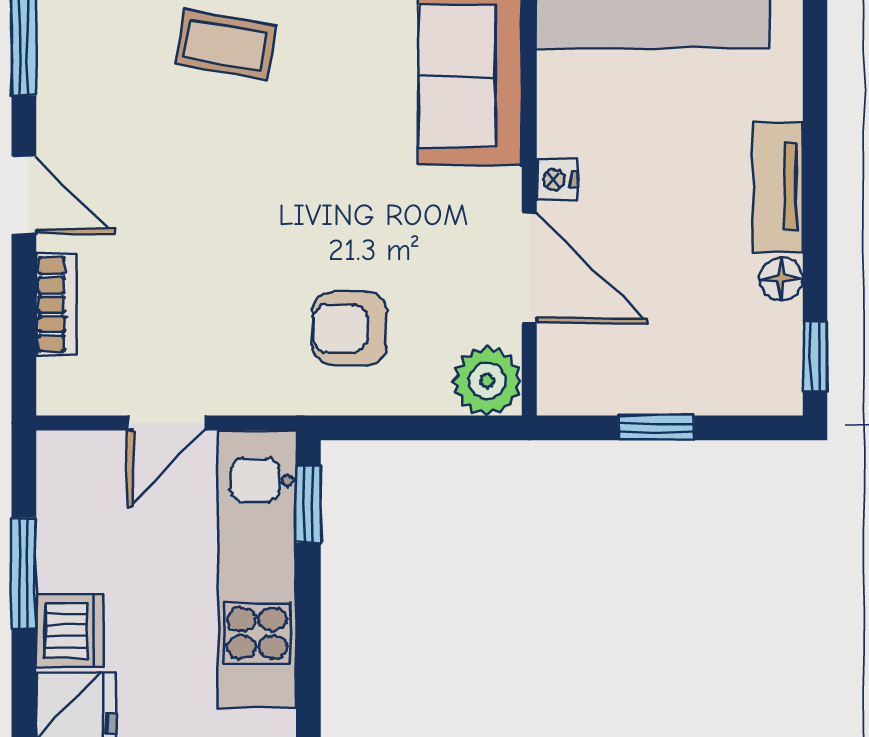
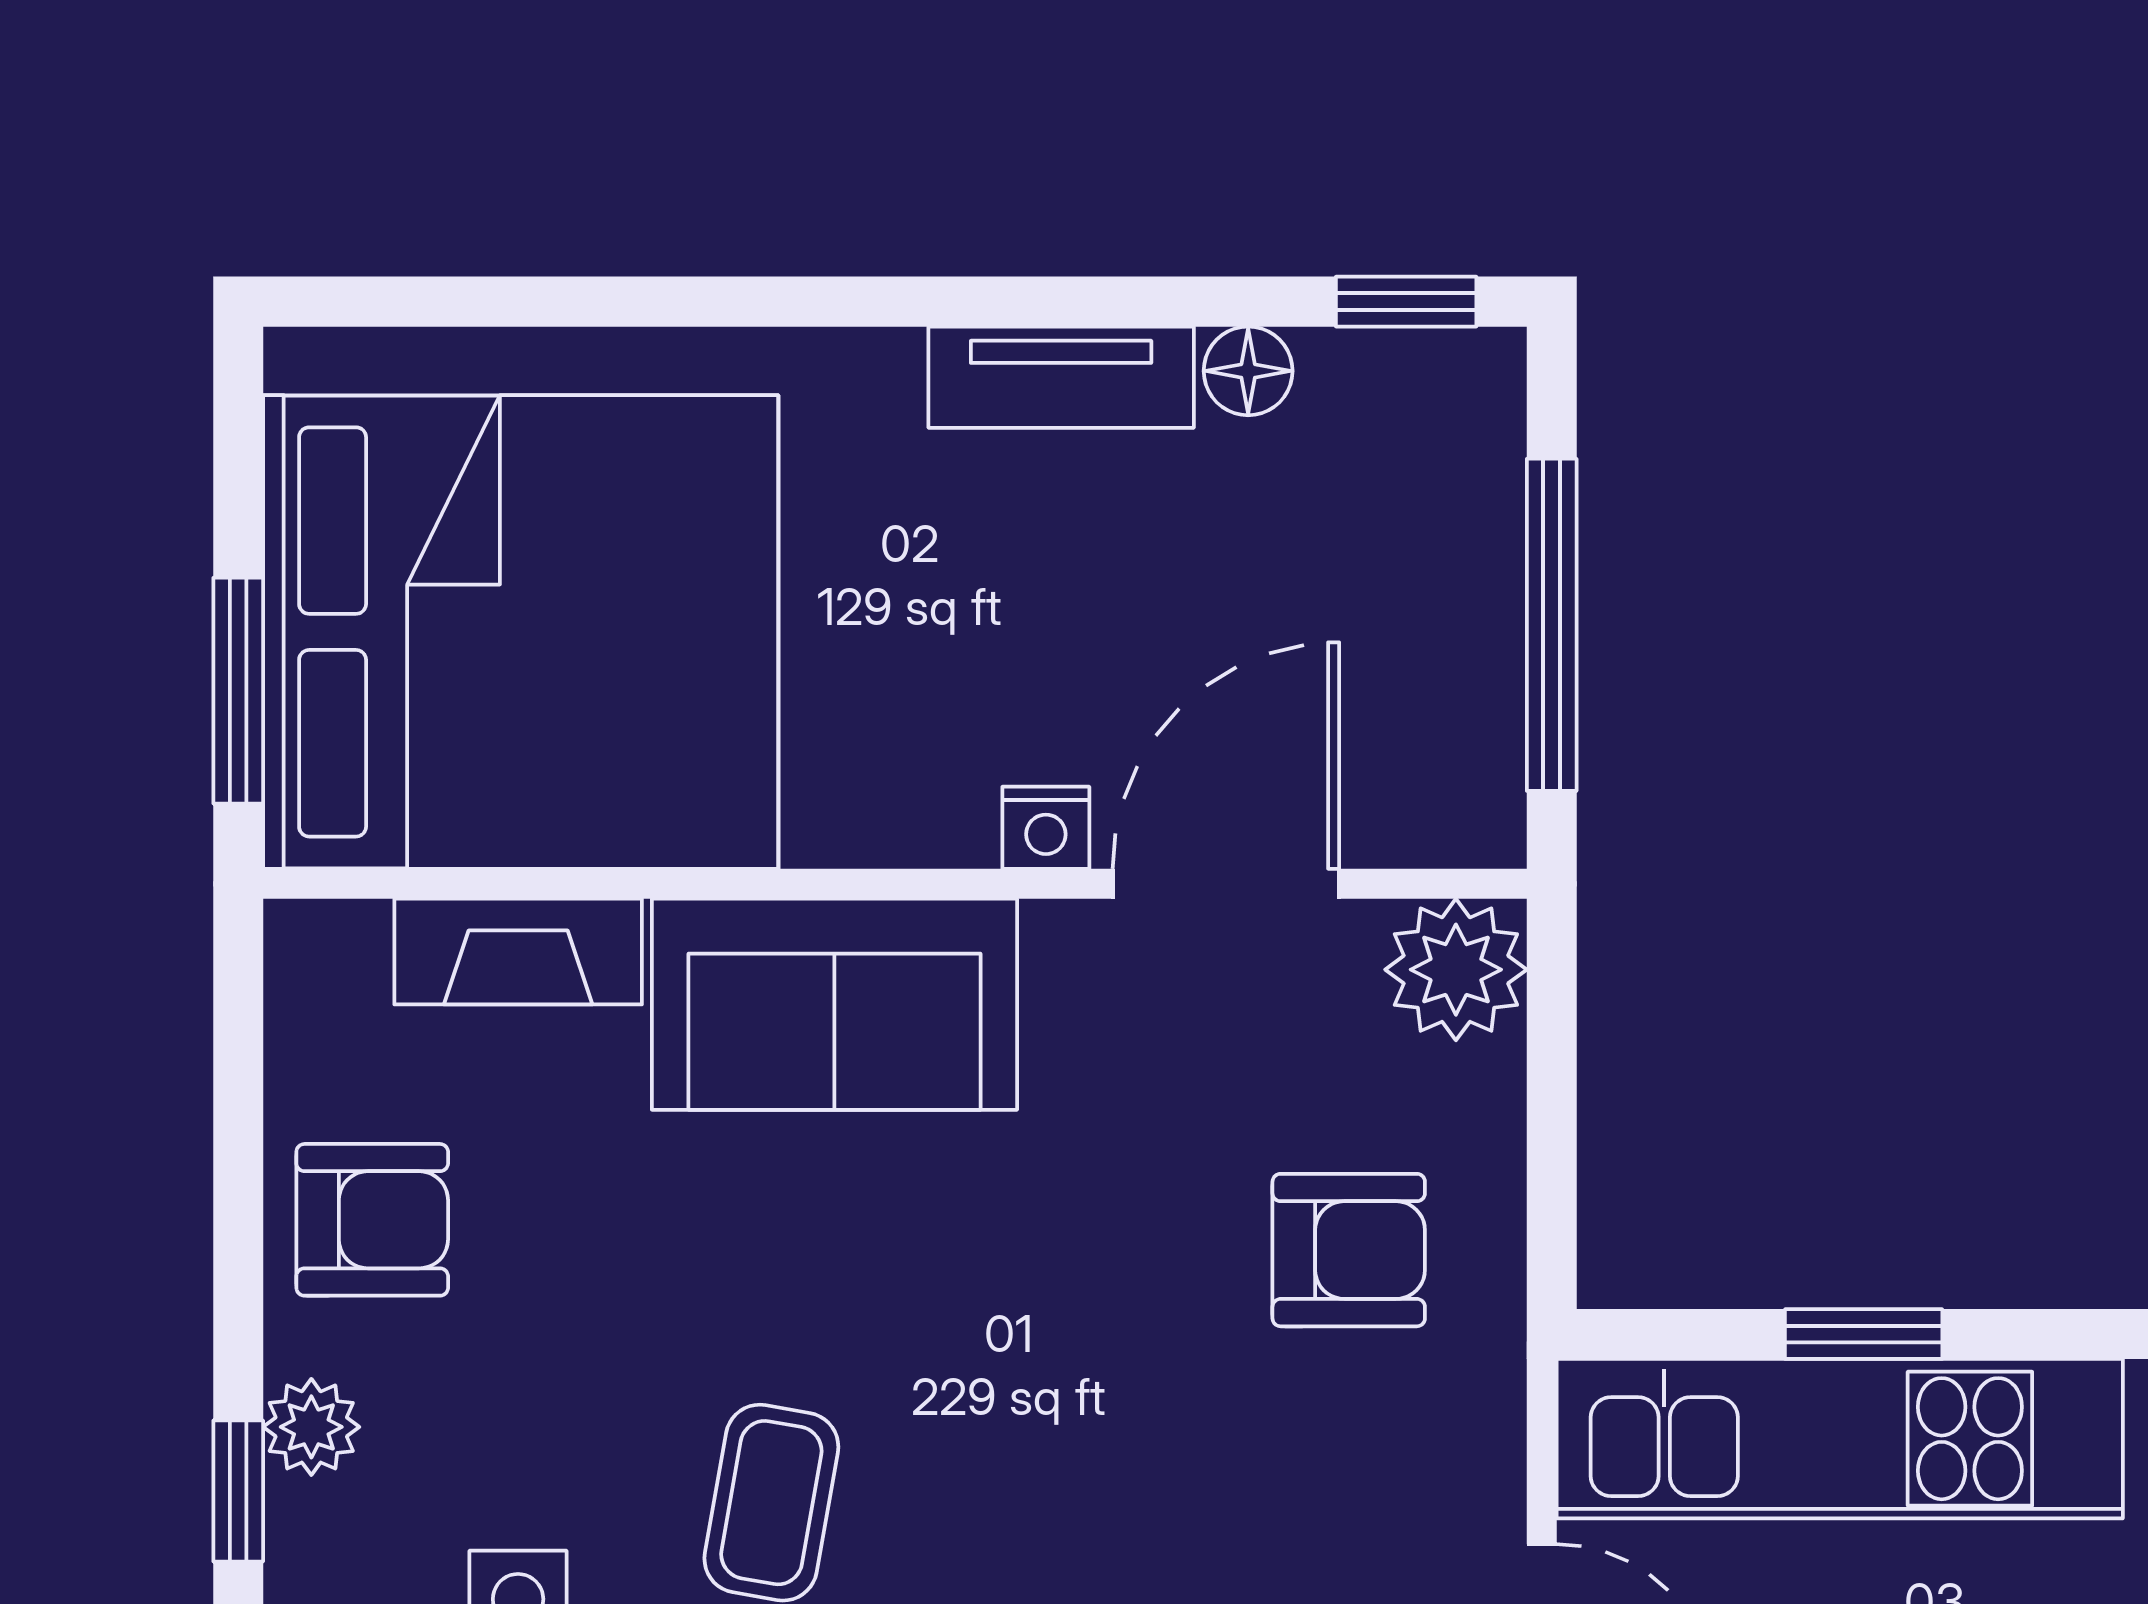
armchair: (350, 328) -> (1349, 1250), turned -90
window: (656, 428) -> (1552, 625), width x2.17
window: (308, 504) -> (1864, 1334), moved

